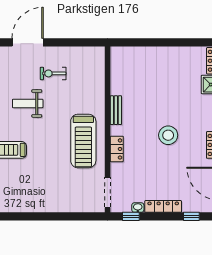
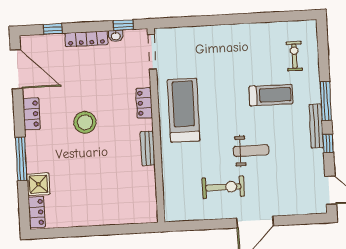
exercise bike: (53, 73) -> (223, 187), width x1.38, depth x1.39

